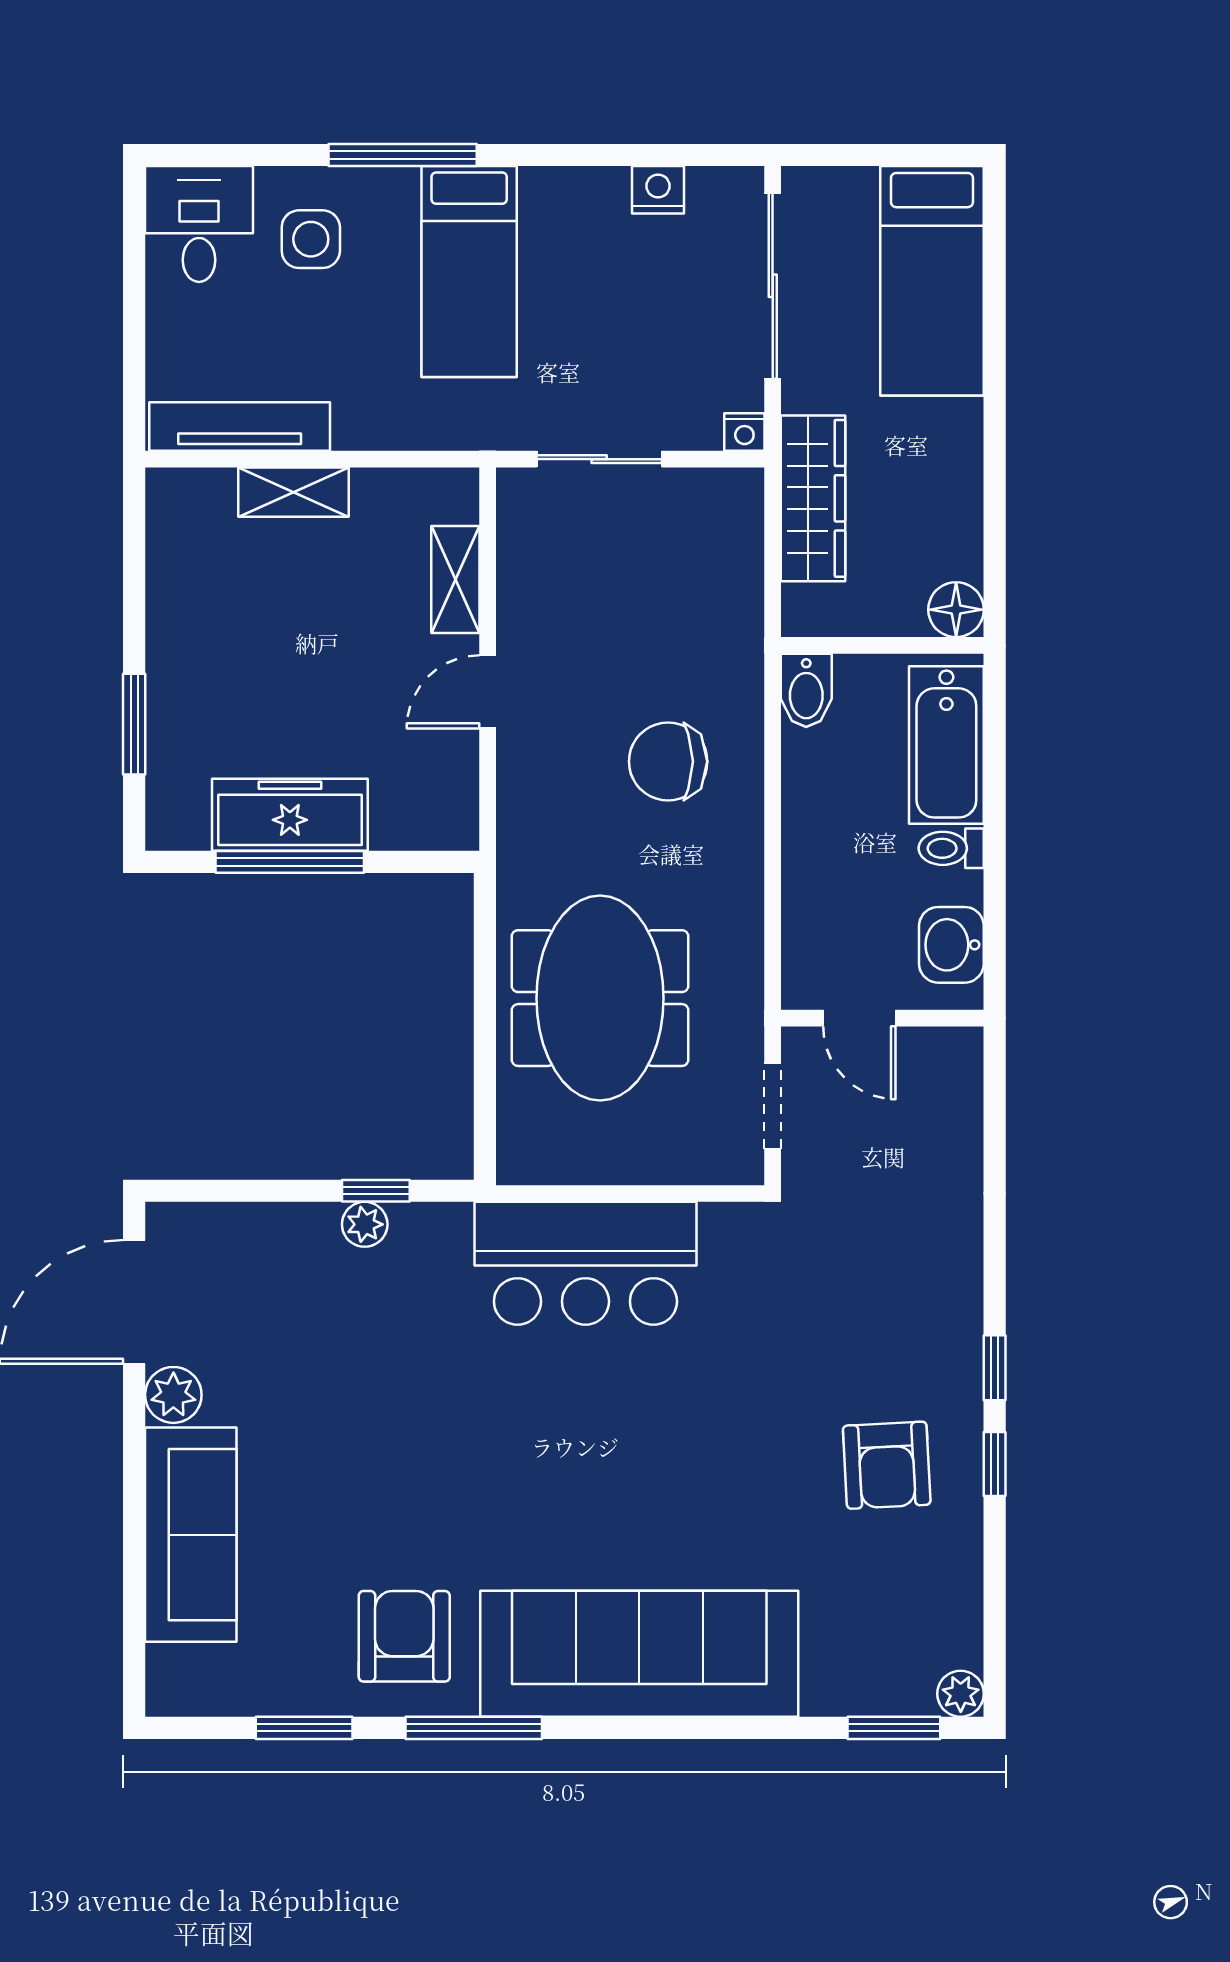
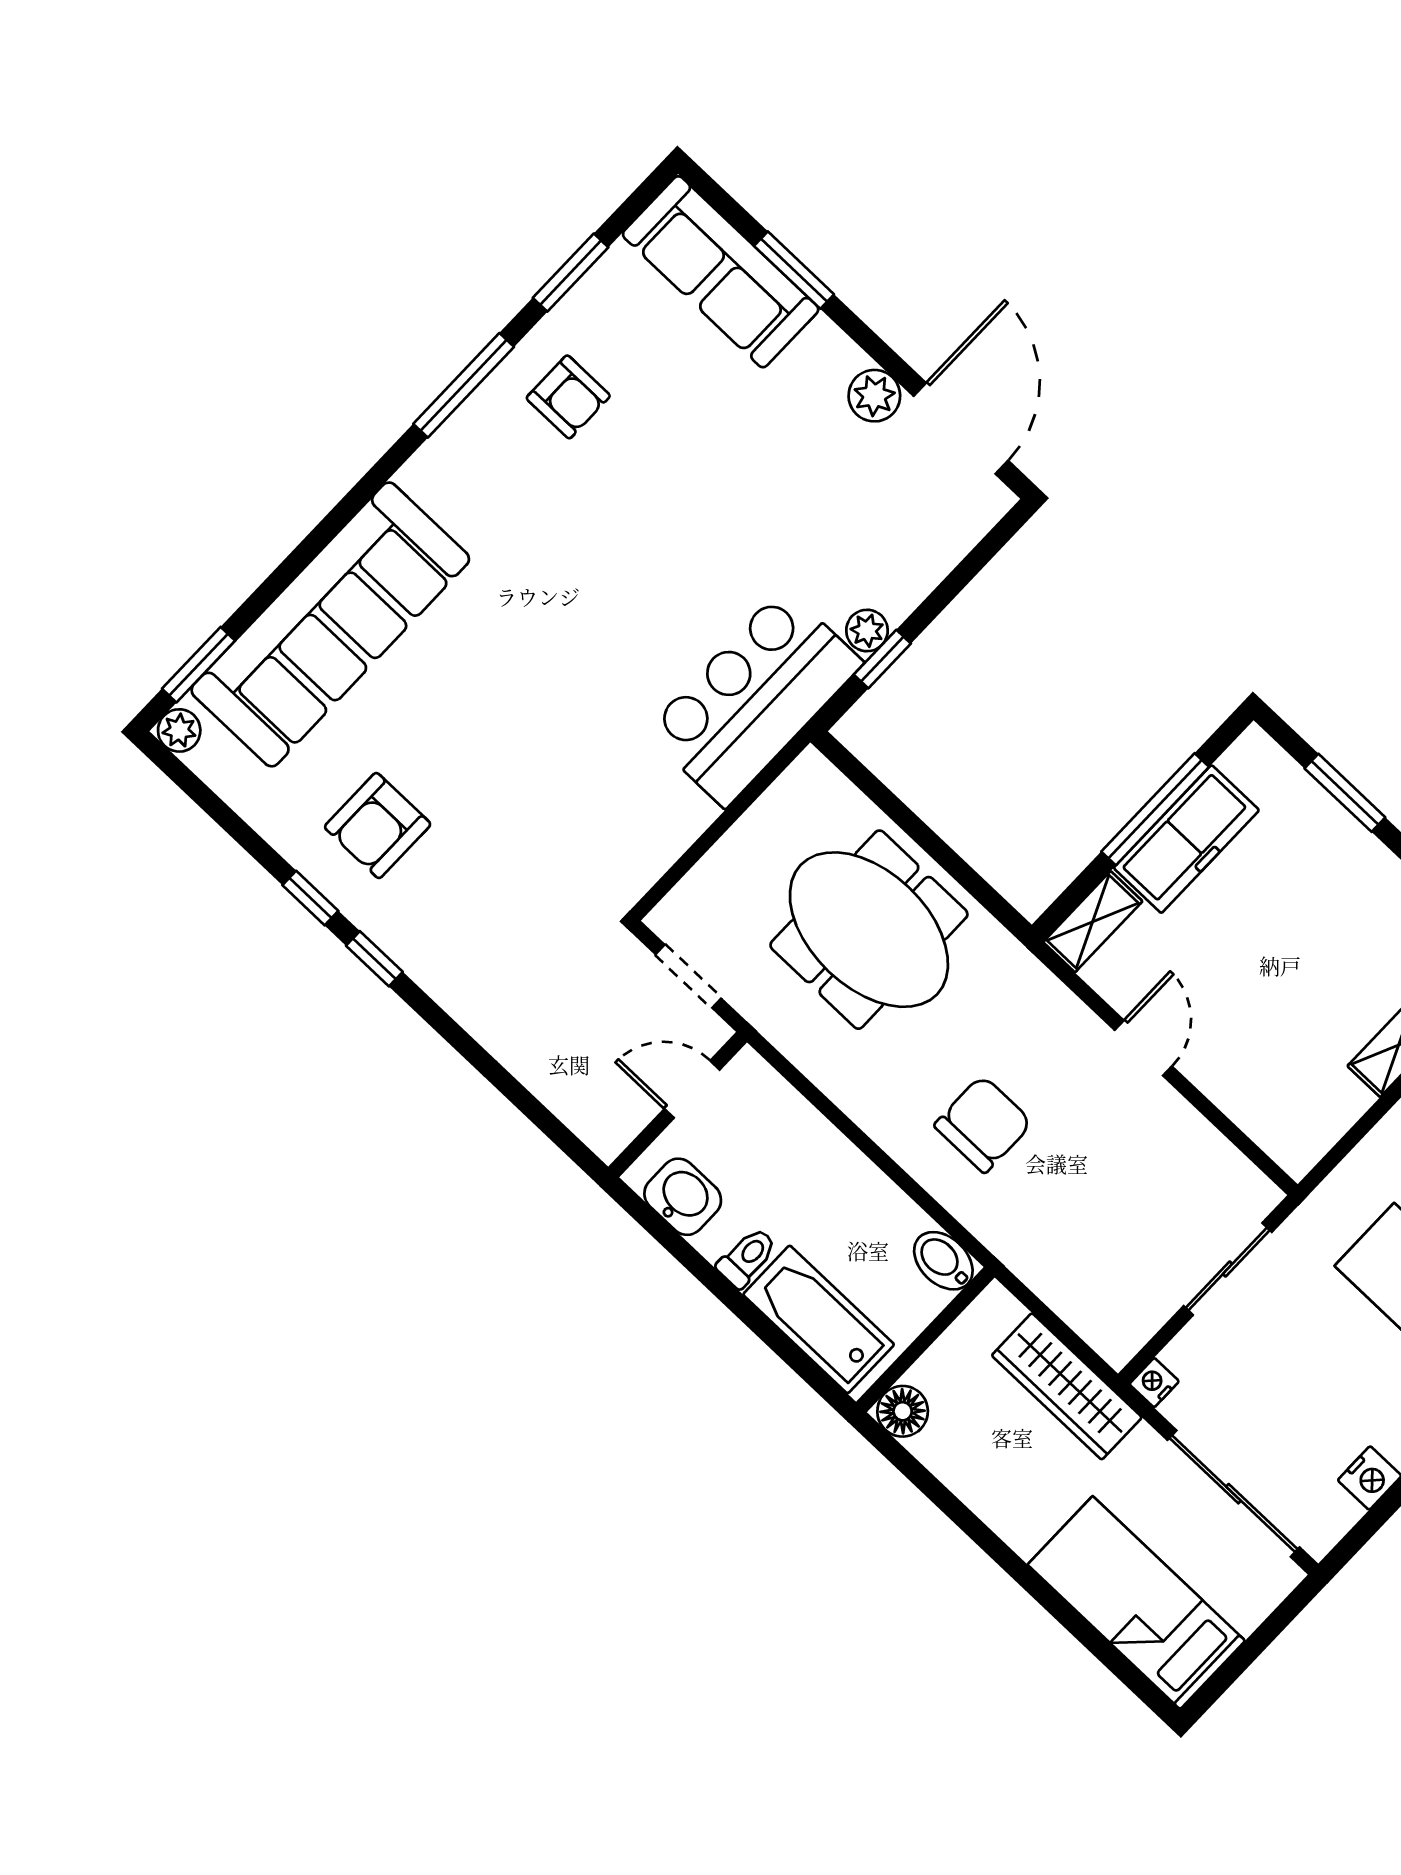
shelving: (455, 579) -> (1093, 922), moved, turned 90
bar counter: (585, 1263) -> (754, 698), moved
armchair: (887, 1465) -> (378, 826), turned -87
sofa: (191, 1535) -> (721, 272), moved
window: (134, 1553) -> (794, 270), added
armchair: (404, 1636) -> (568, 397), width x0.72, depth x0.72
sofa: (639, 1654) -> (330, 624), moved

